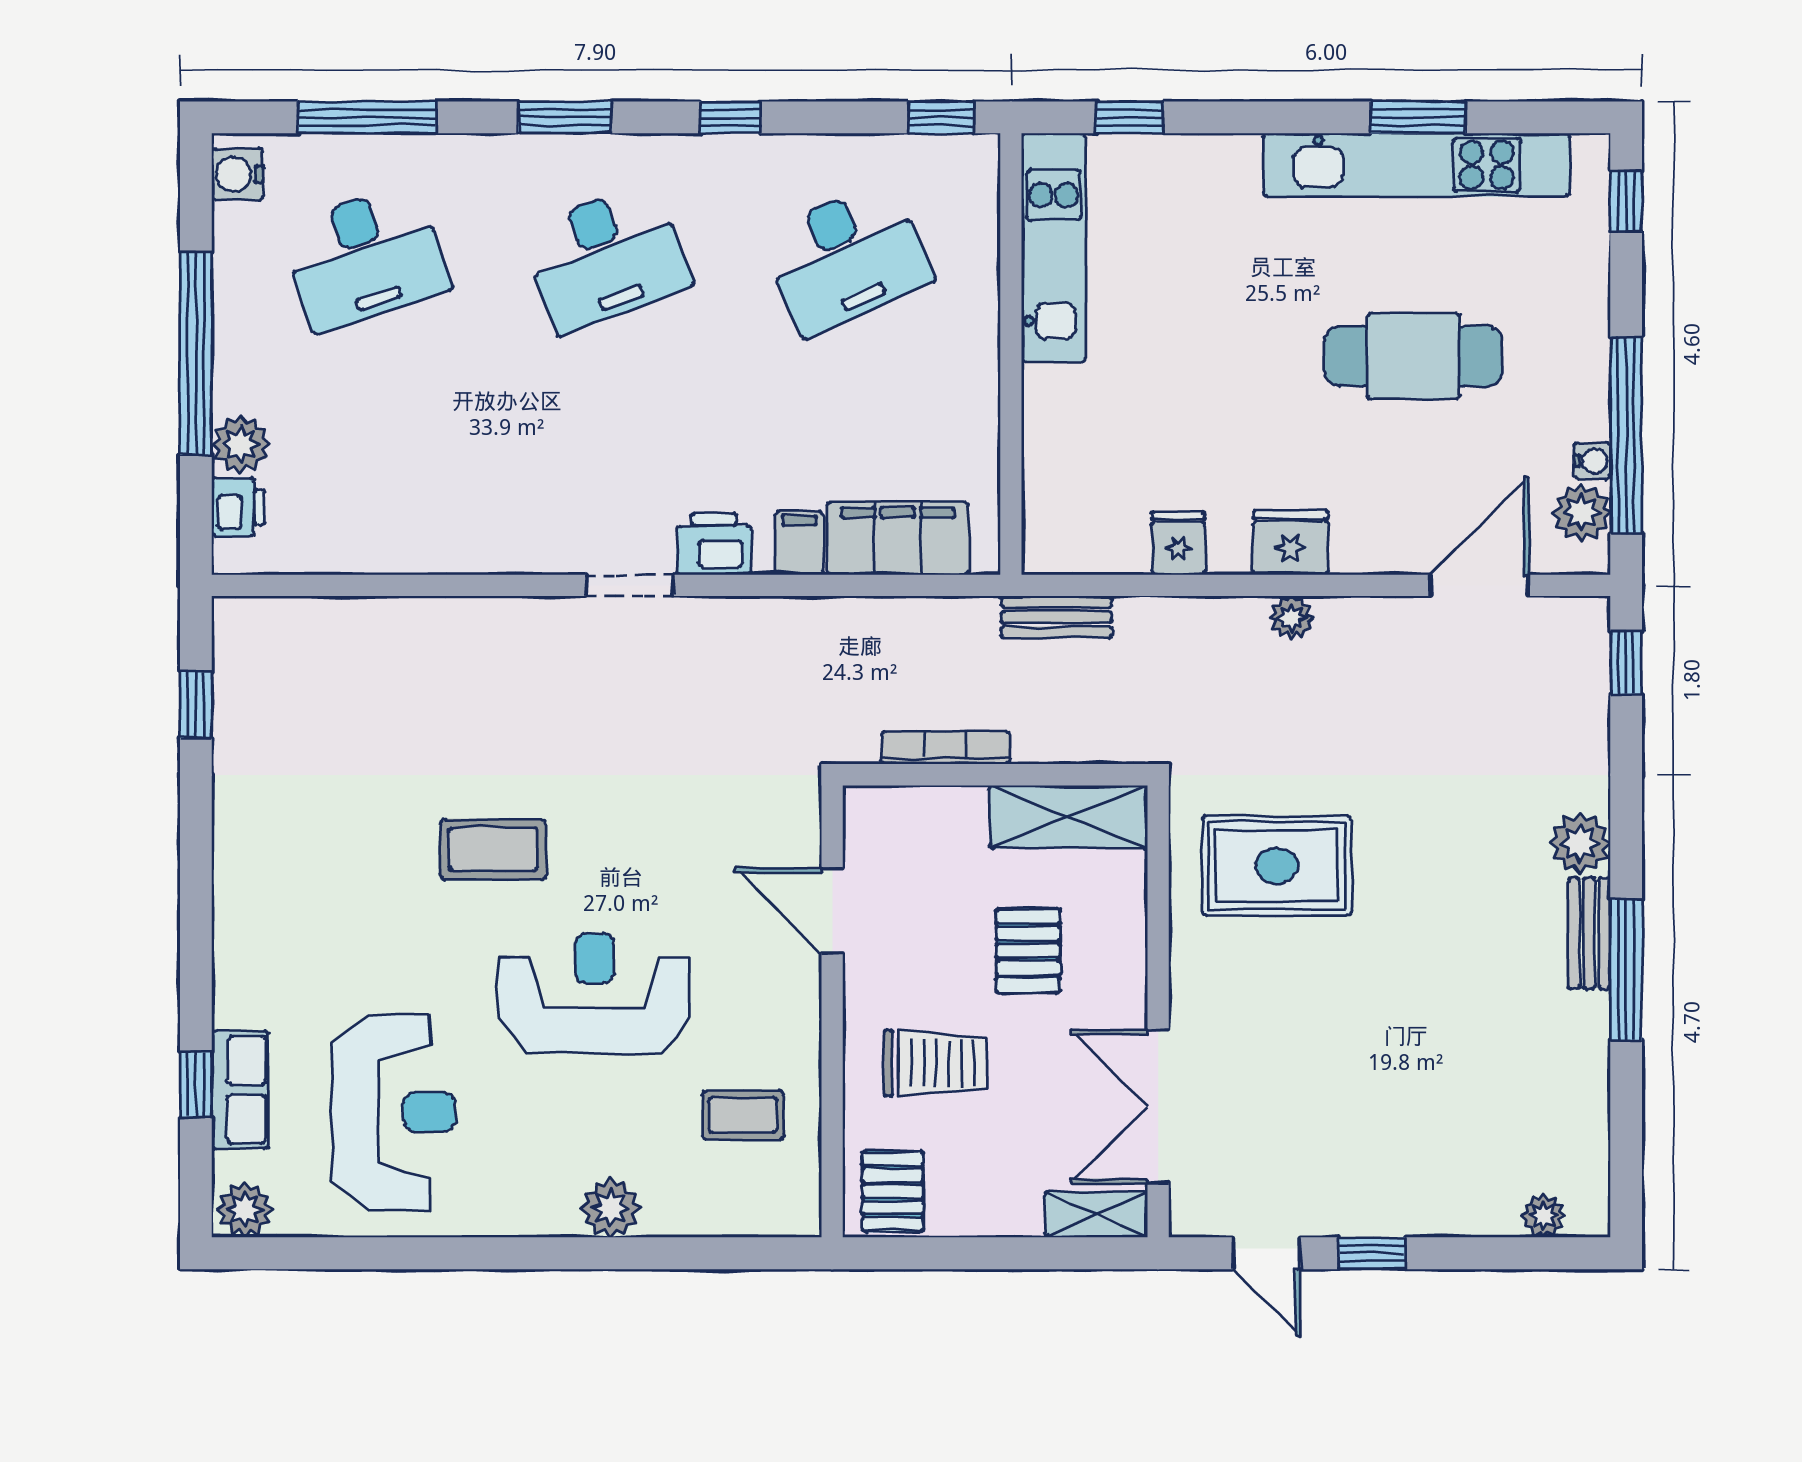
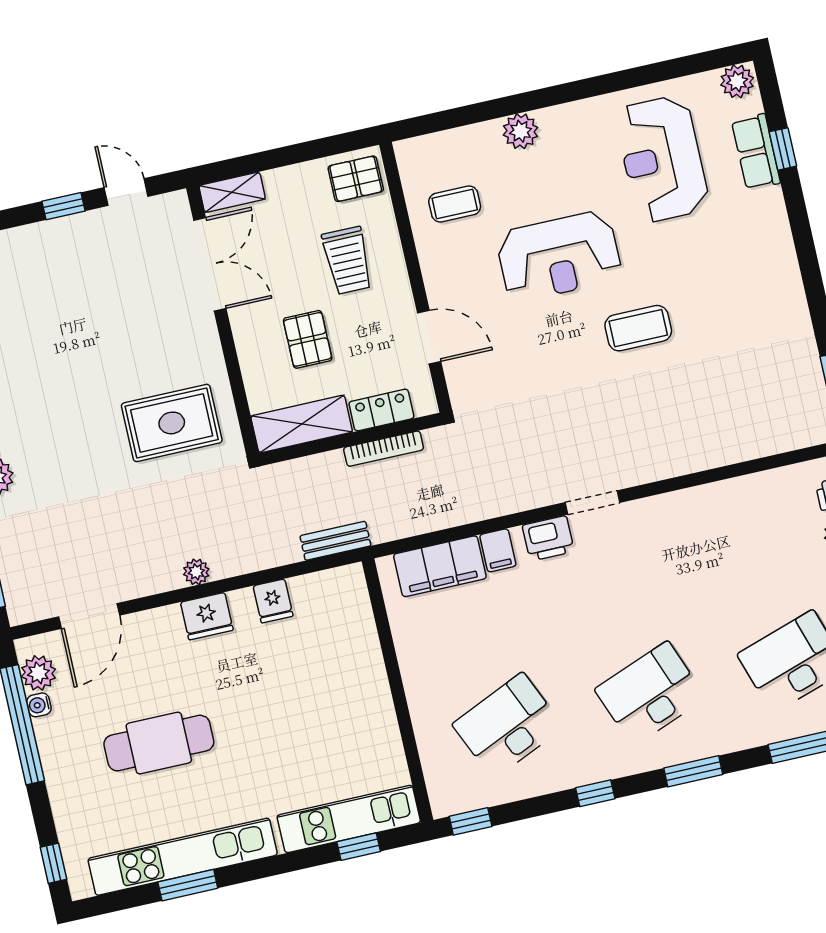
kitchen unit: (1054, 248) -> (349, 819), moved, turned 90
locker: (935, 810) -> (381, 410), added
trolley: (936, 1063) -> (347, 260), turned -90
pallet: (893, 1191) -> (356, 179), turned 90

